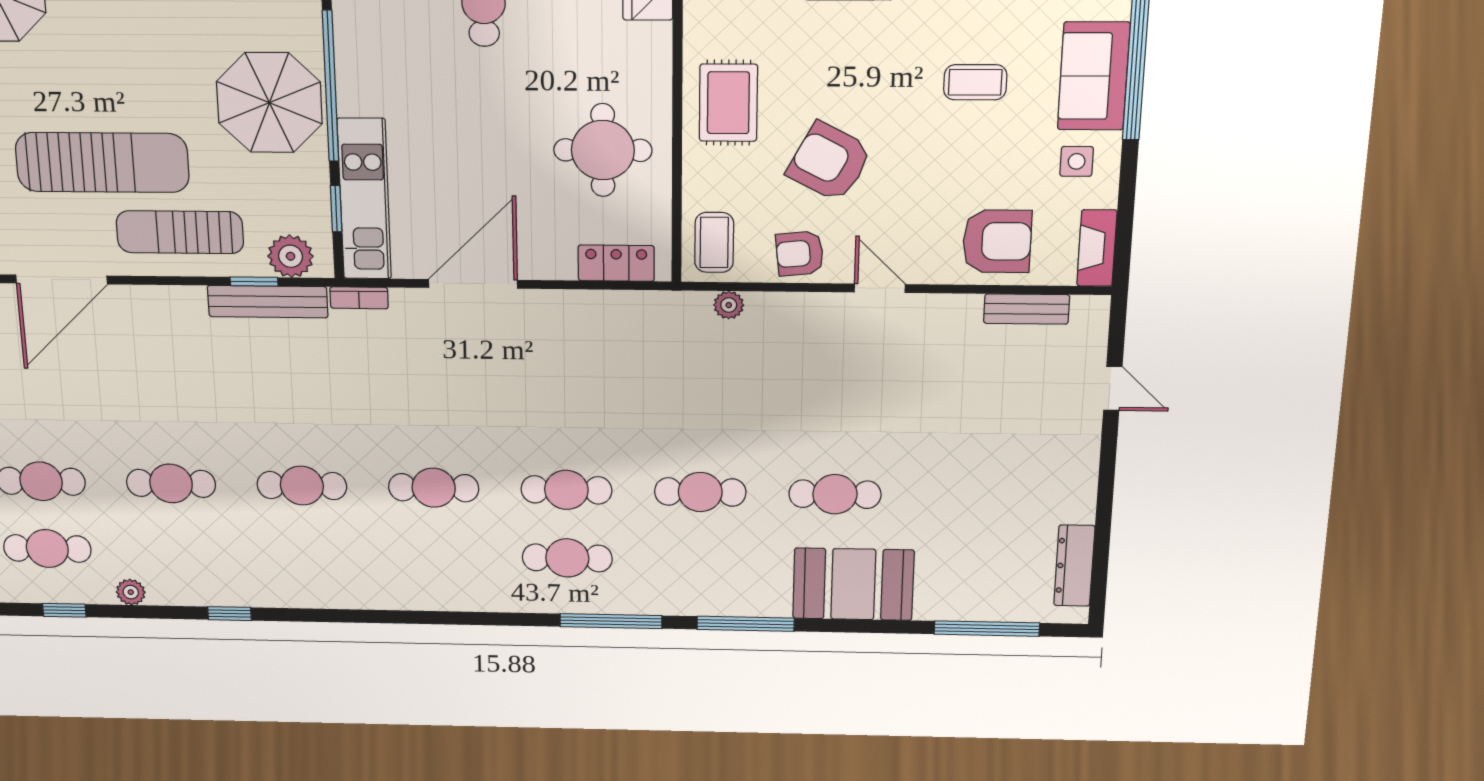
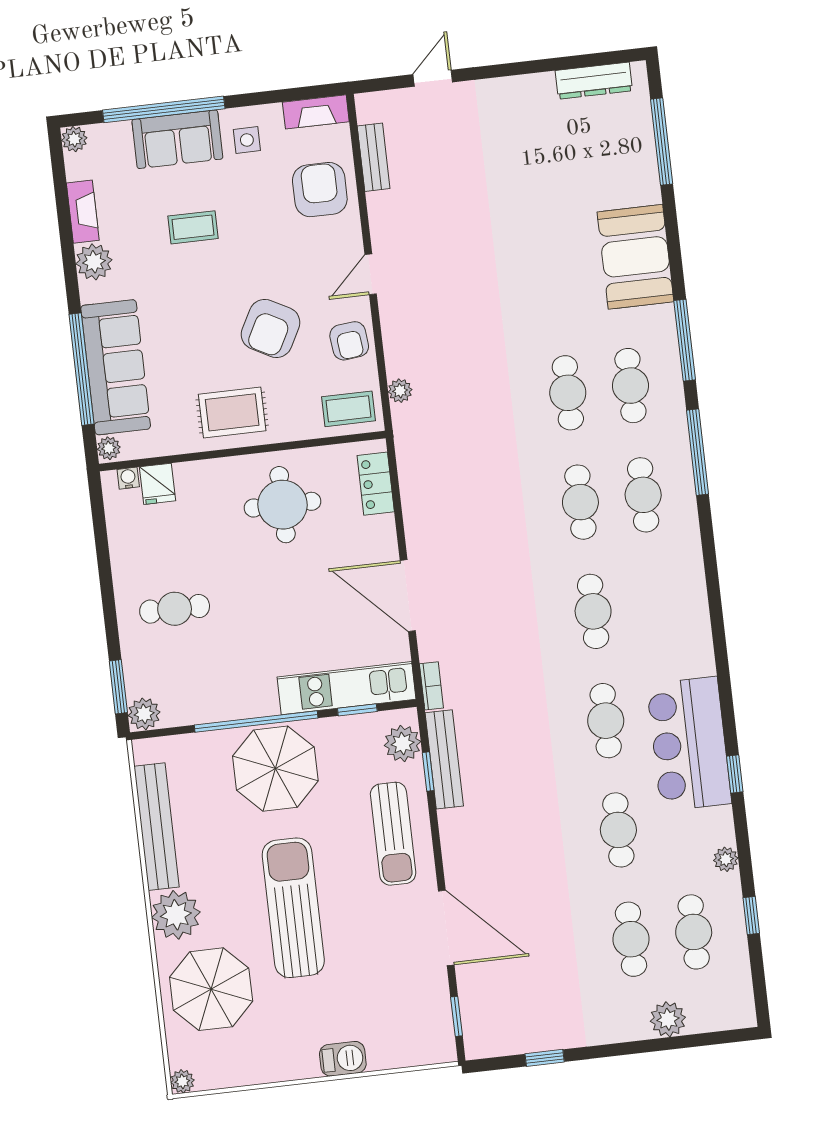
coffee table: (975, 82) -> (193, 227), turned 90
sun lounger: (102, 163) -> (293, 908), moved
cafe table: (835, 494) -> (630, 386), moved
bar counter: (268, 570) -> (689, 744), added

